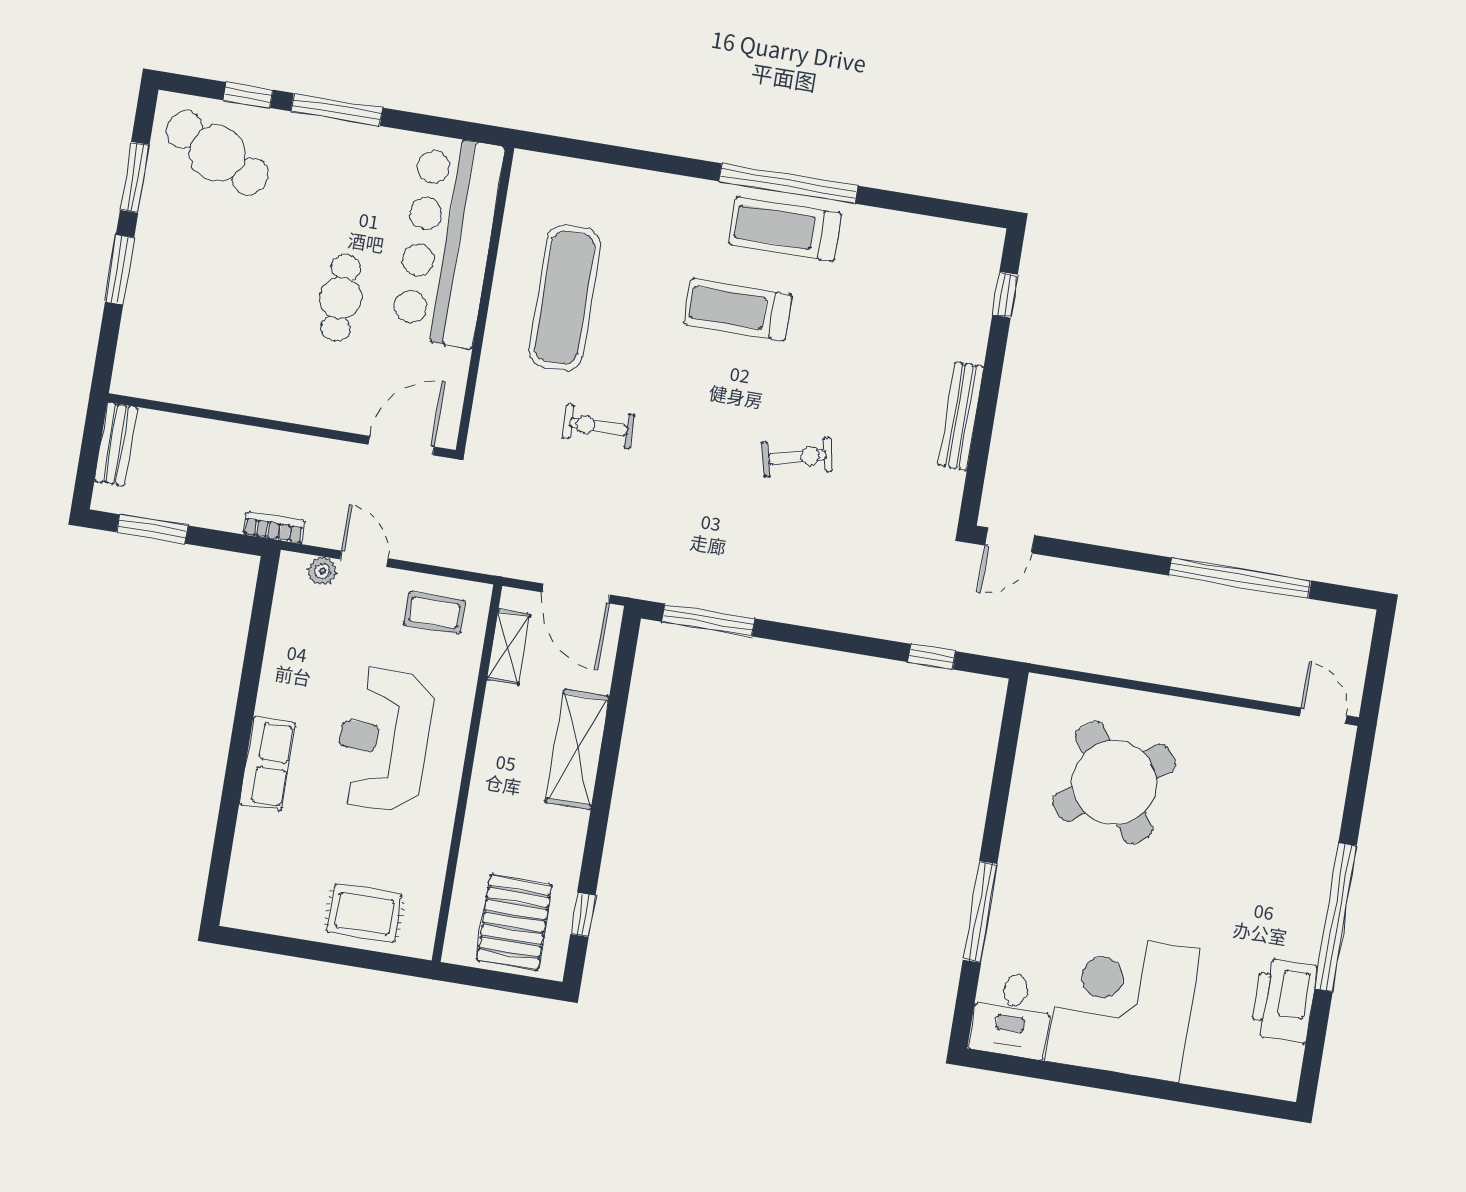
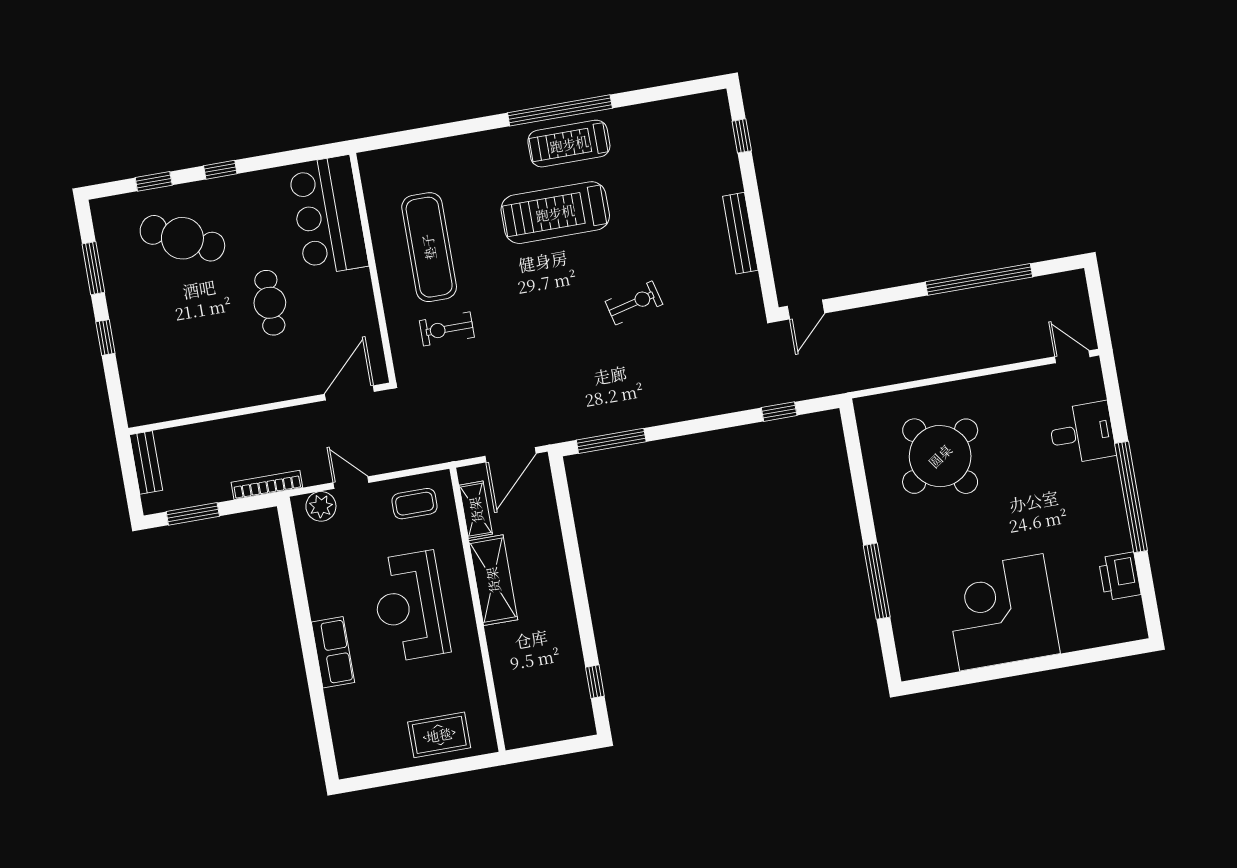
window: (337, 110) -> (220, 170), width x0.46
cafe table: (217, 153) -> (182, 238), moved
bar counter: (448, 241) -> (328, 216), width x0.73
window: (120, 270) -> (105, 337), width x0.67
treadmill: (738, 309) -> (555, 213), width x1.37, depth x1.38
exercise bike: (598, 426) -> (447, 329), moved
bookcase: (274, 528) -> (267, 485), width x1.56
plant: (322, 571) -> (321, 506), width x1.38, depth x1.38
door: (576, 594) -> (510, 455), hinge flipped
shelving: (577, 749) -> (493, 580), moved
pallet: (514, 922) -> (548, 704), removed
printer: (1284, 1000) -> (1120, 576), width x0.73, depth x0.84
desk: (1012, 1015) -> (1082, 433), moved, turned -90

